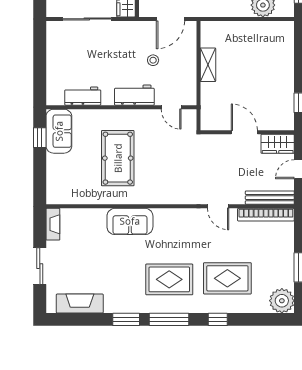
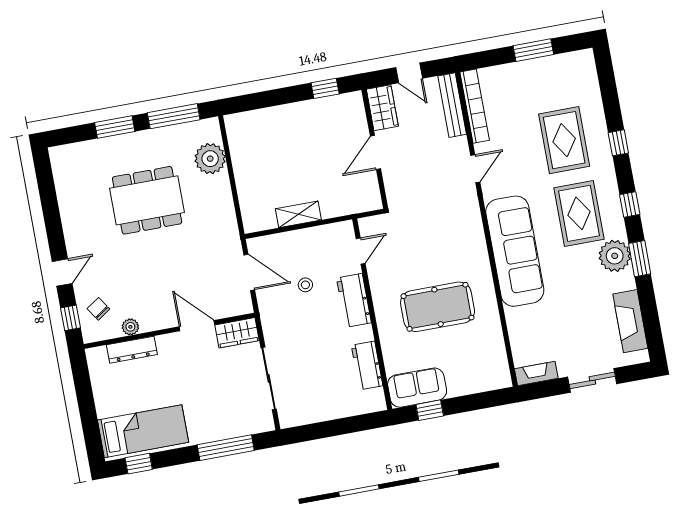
sofa: (130, 221) -> (515, 251), width x1.85, depth x1.27
plant: (282, 301) -> (615, 256), moved
window: (169, 319) -> (630, 205), width x0.46

